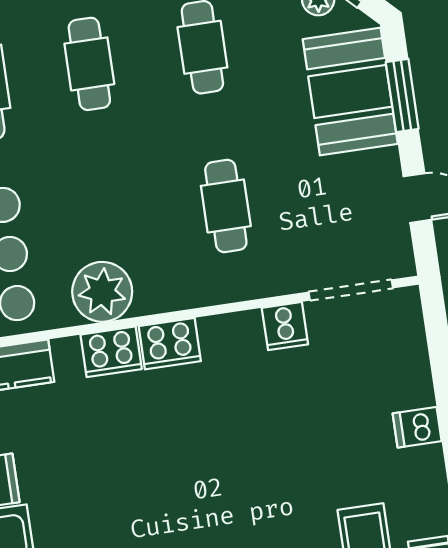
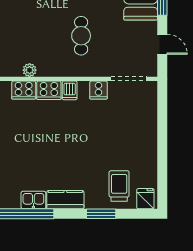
plant: (102, 292) -> (30, 70), width x0.53, depth x0.53
dishwasher: (417, 427) -> (70, 90), moved, turned -90

